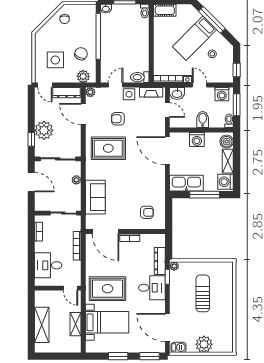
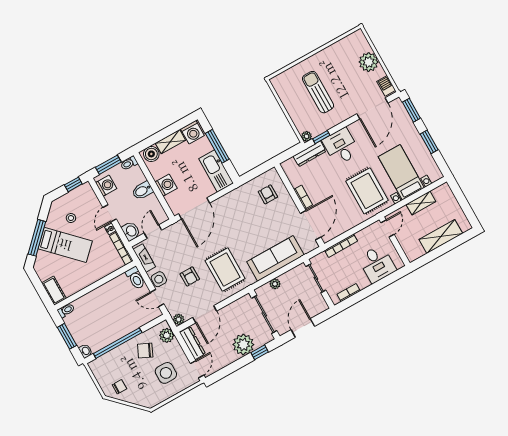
sofa: (95, 197) -> (275, 258), width x1.36
sun lounger: (203, 293) -> (318, 92), turned 90

